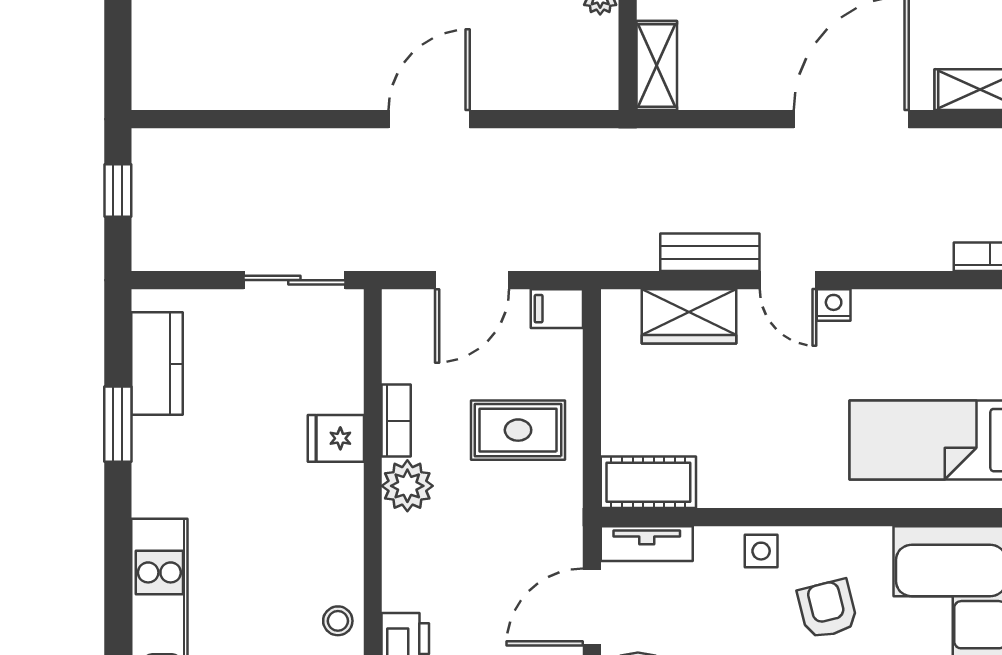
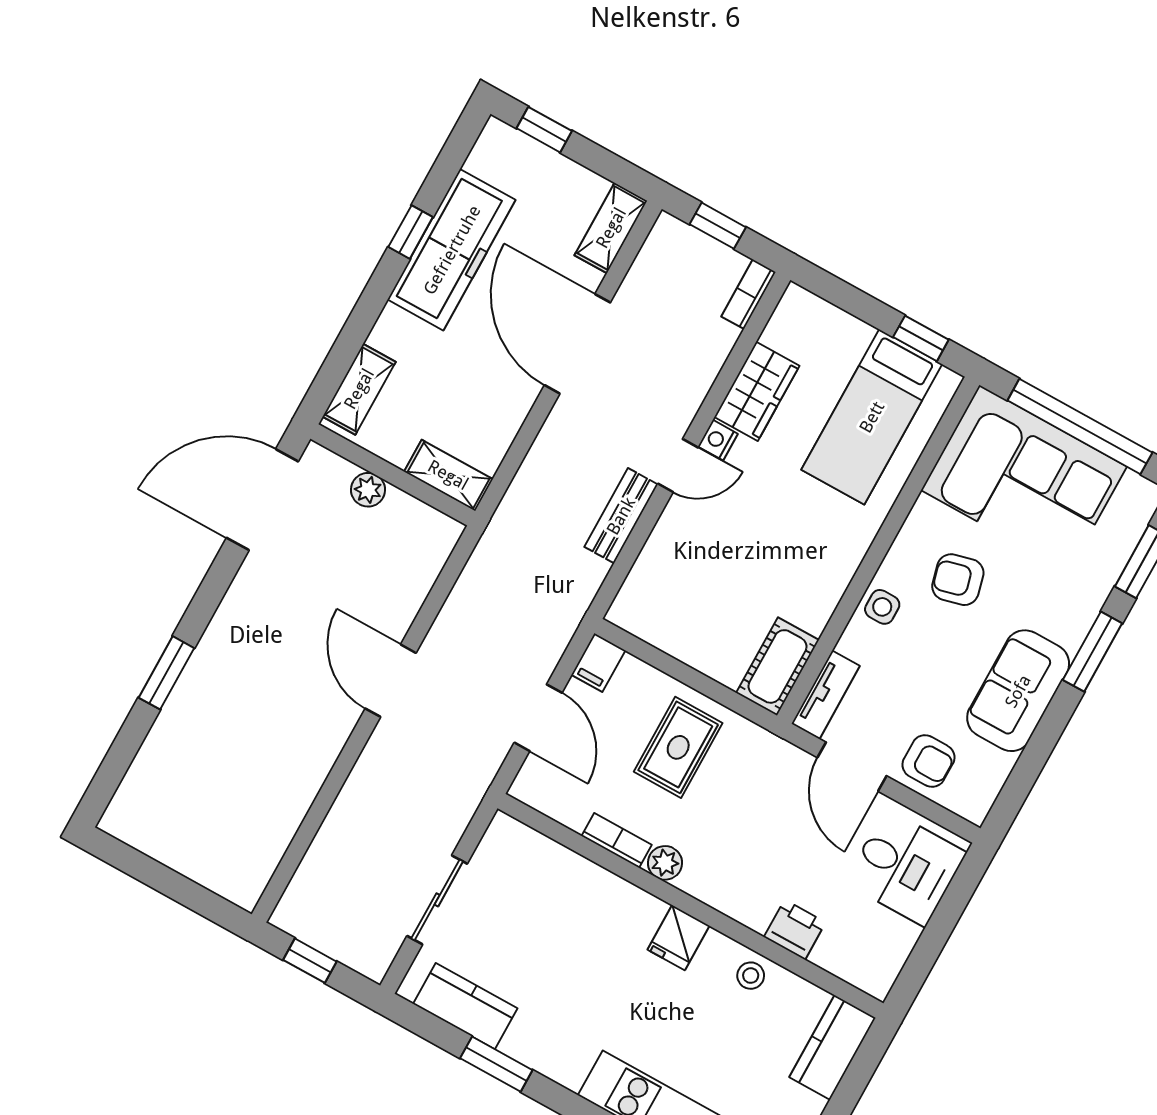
sliding door: (294, 280) -> (437, 900), moved
wardrobe: (689, 316) -> (757, 391), moved
fridge: (336, 438) -> (678, 938), moved
plant: (407, 486) -> (665, 863), width x0.73, depth x0.73

